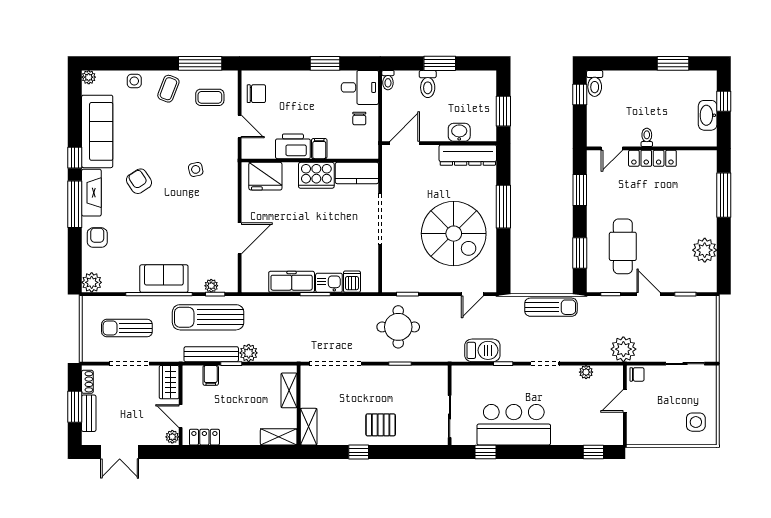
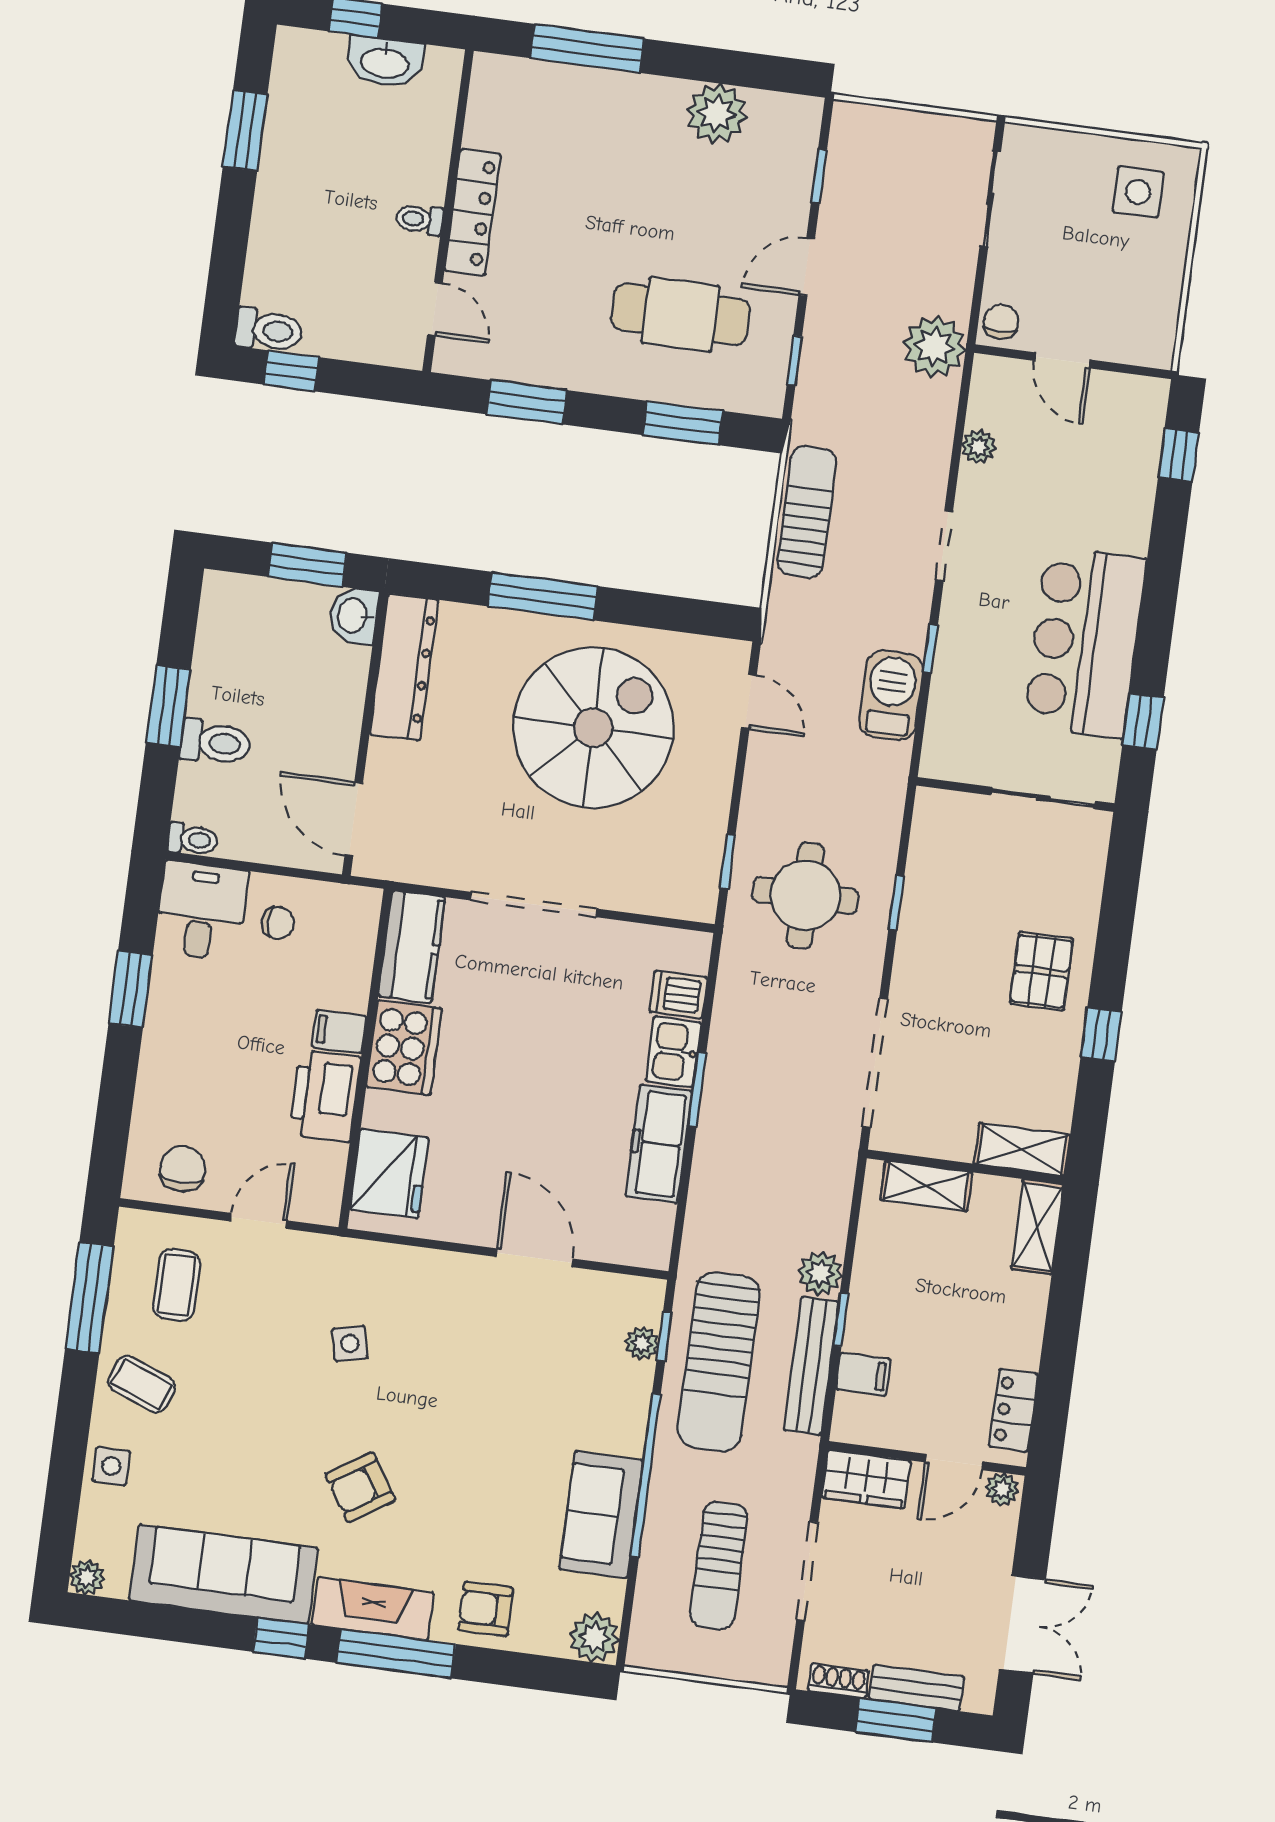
washbasin: (459, 132) -> (354, 616), moved
sofa: (164, 279) -> (601, 1515), moved

